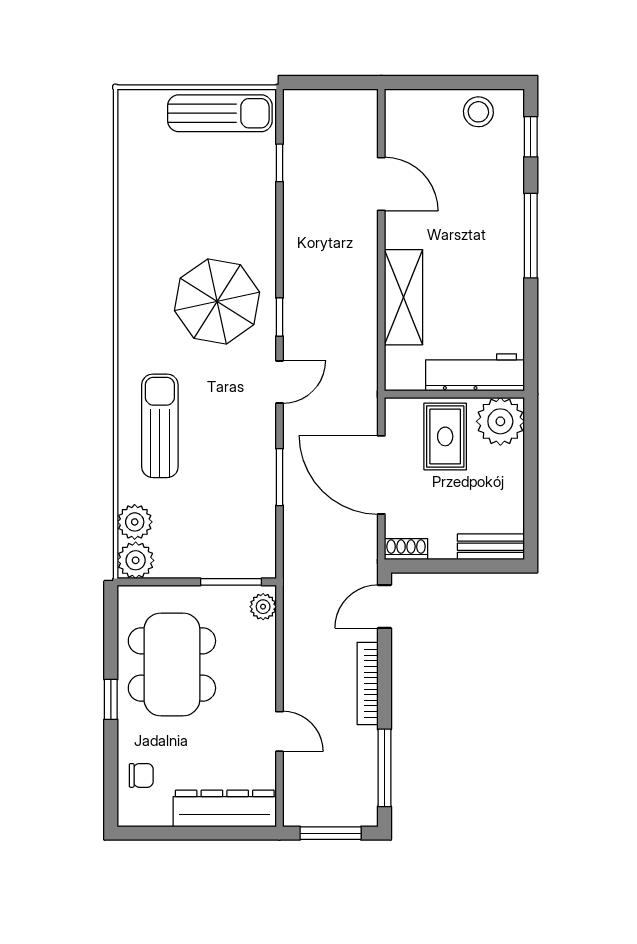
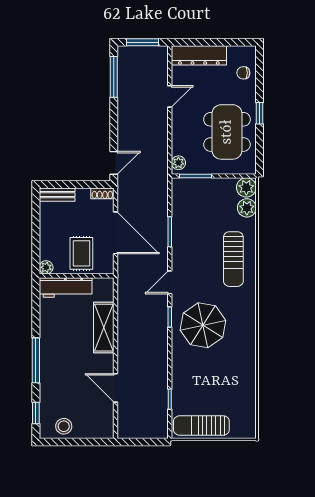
plant: (500, 421) -> (46, 267), width x0.53, depth x0.53
bookcase: (368, 683) -> (123, 122), removed
door: (279, 731) -> (170, 96), swing flipped

